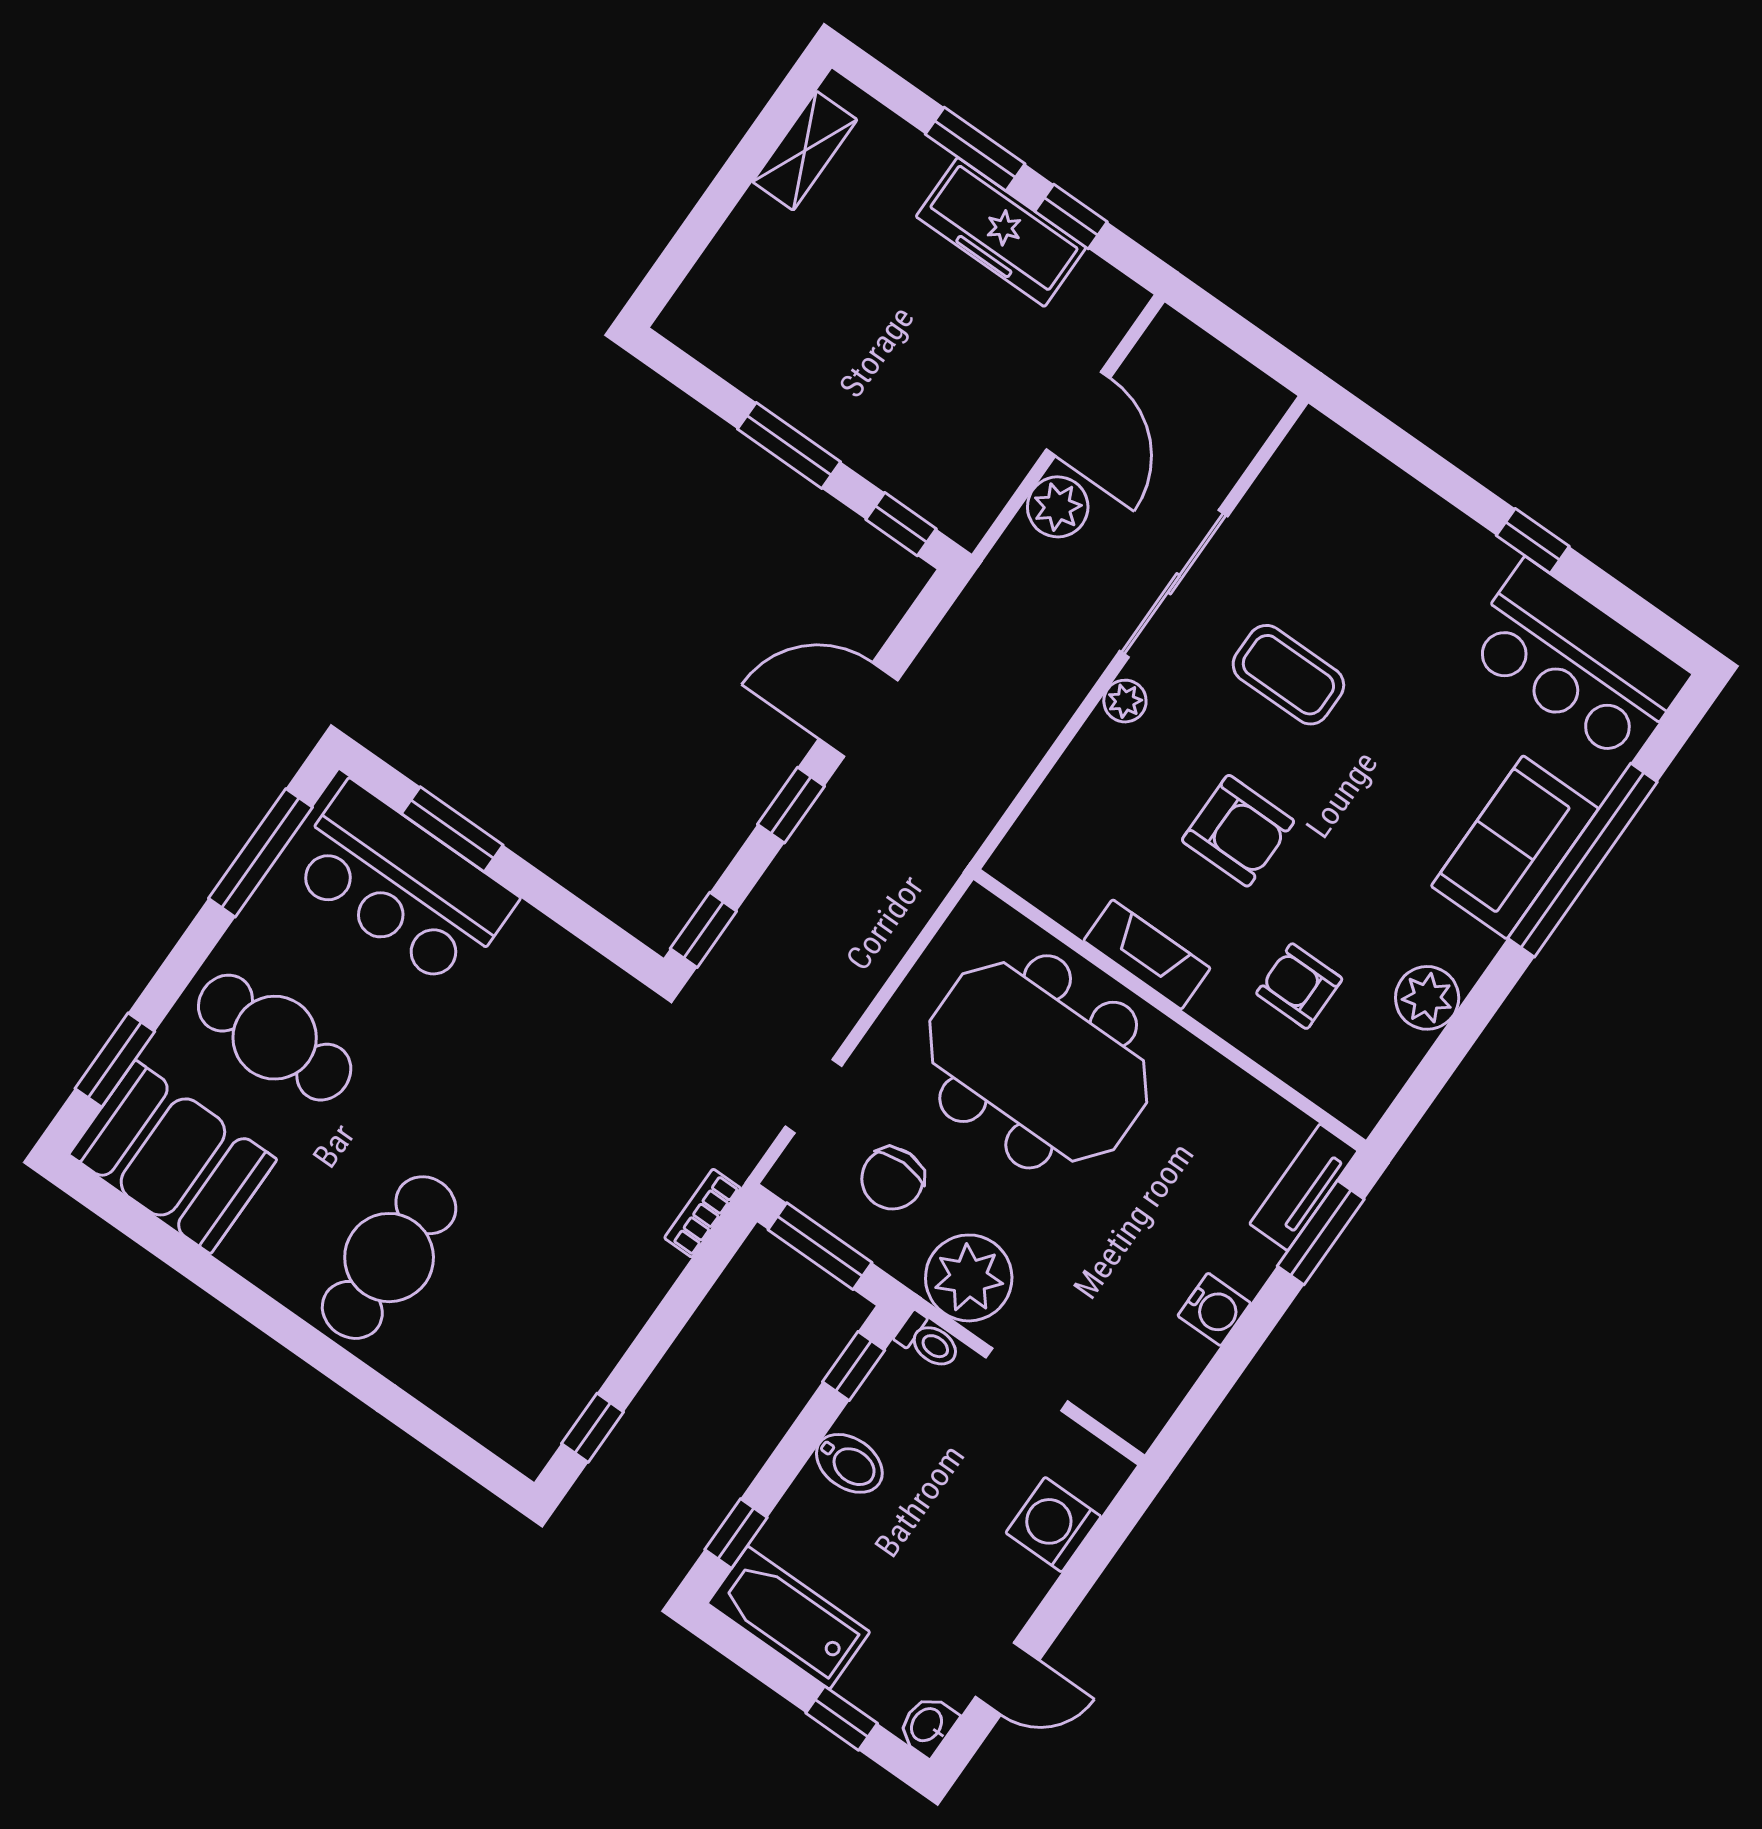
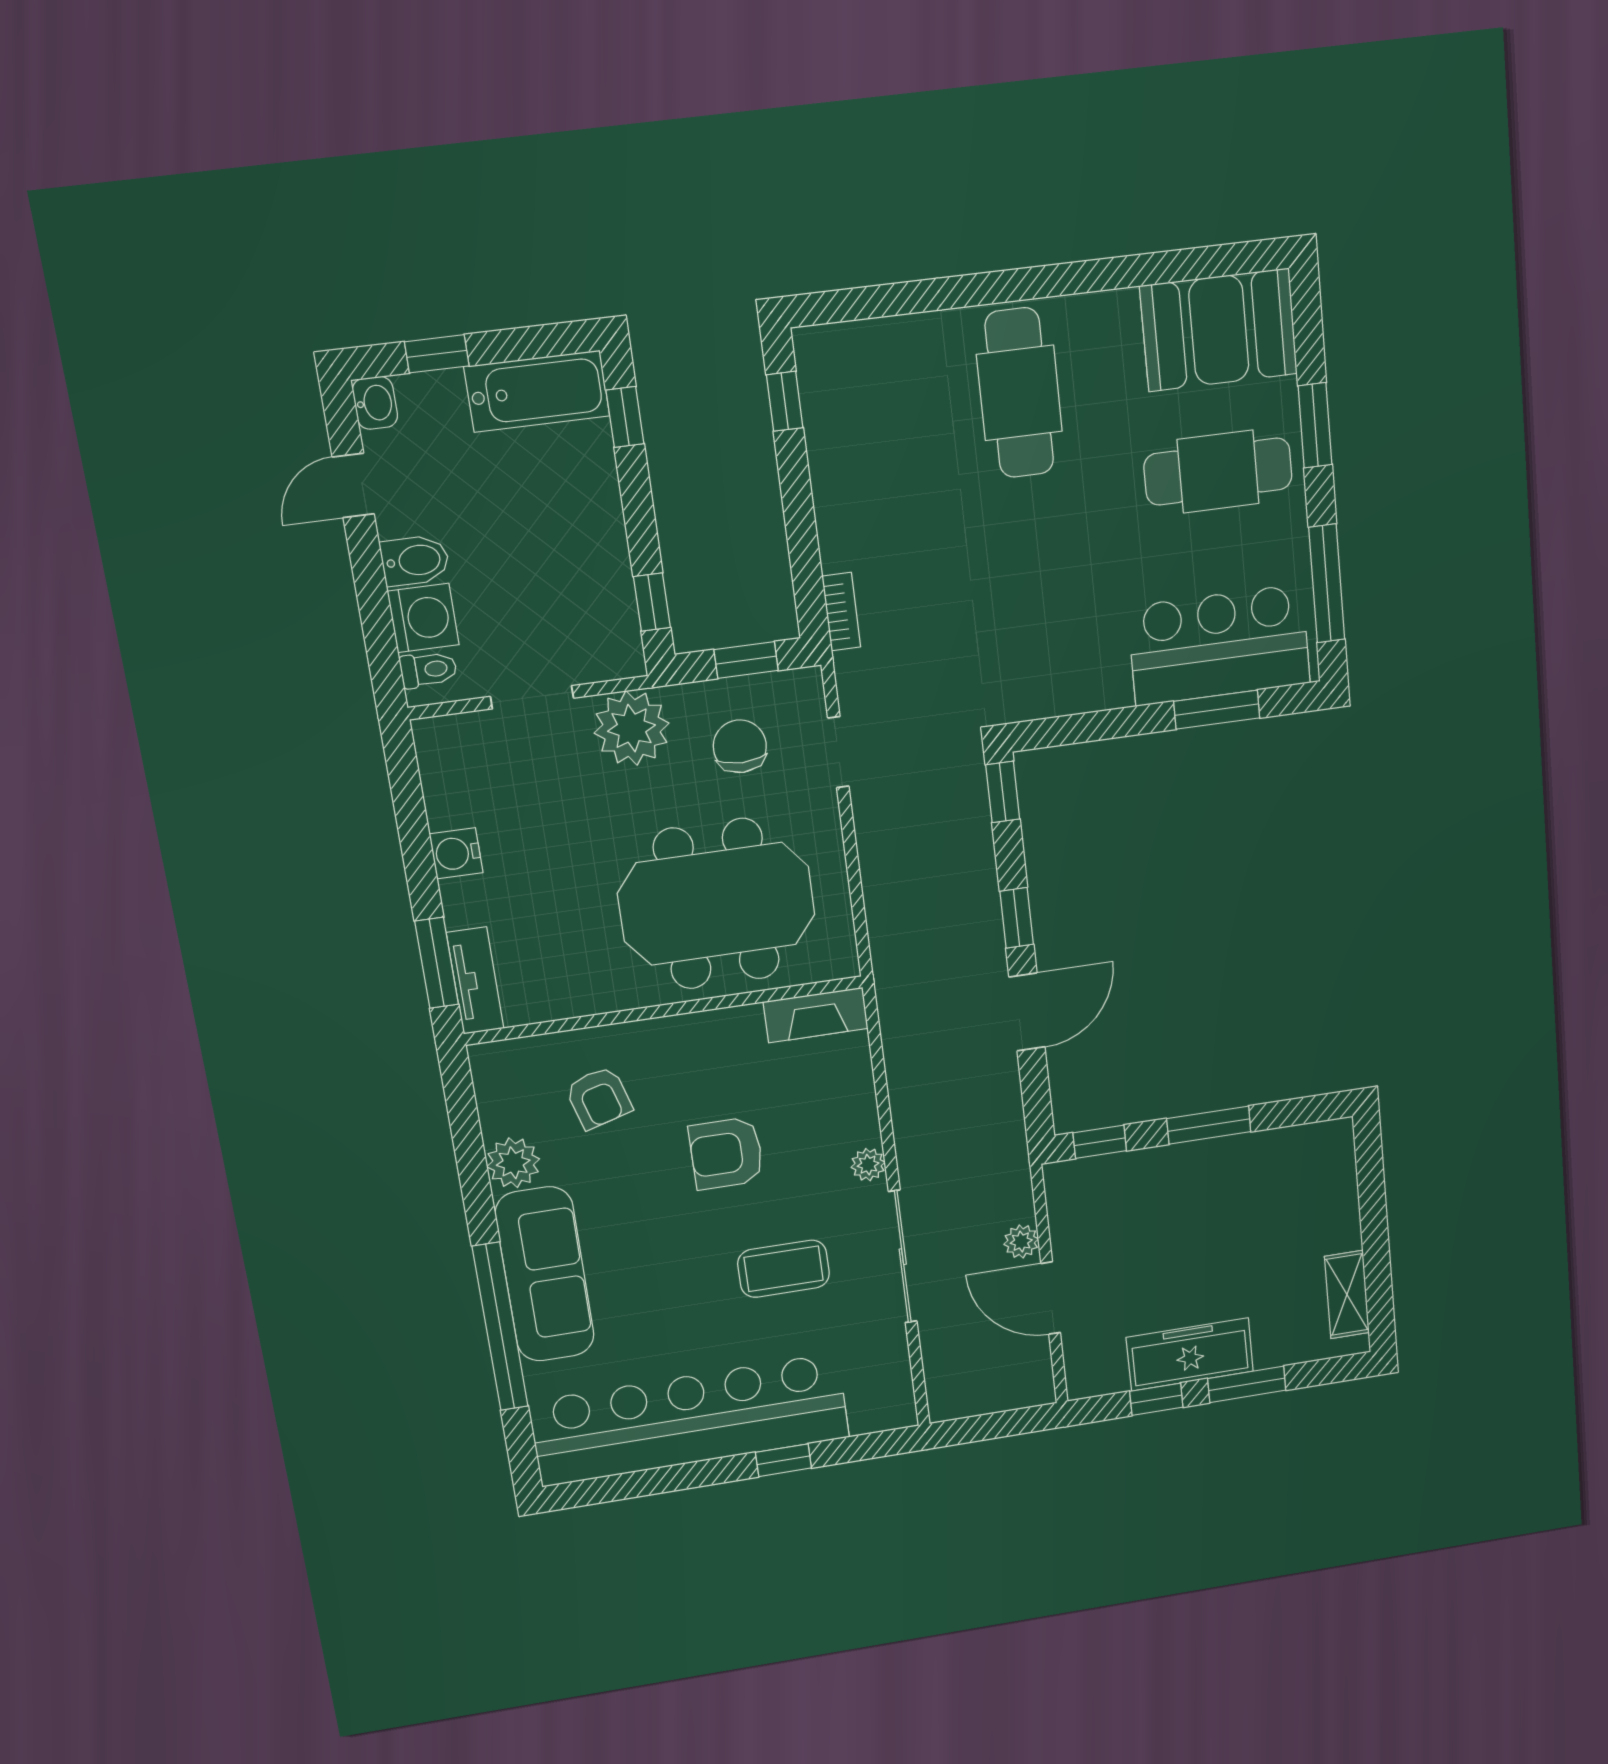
plant: (1058, 507) -> (1021, 1242), width x0.73, depth x0.73
window: (1533, 541) -> (783, 1460), moved
bar counter: (1576, 662) -> (690, 1420), width x1.86
sofa: (1515, 847) -> (545, 1274), width x1.36
fireplace: (1147, 954) -> (816, 1015), moved
armchair: (1299, 986) -> (599, 1098), turned 74
window: (115, 1060) -> (1315, 425), moved
window: (820, 1246) -> (746, 660), width x0.67
toilet: (928, 1341) -> (428, 670), moved, turned 180
bidet: (849, 1463) -> (415, 561), moved, turned 180

